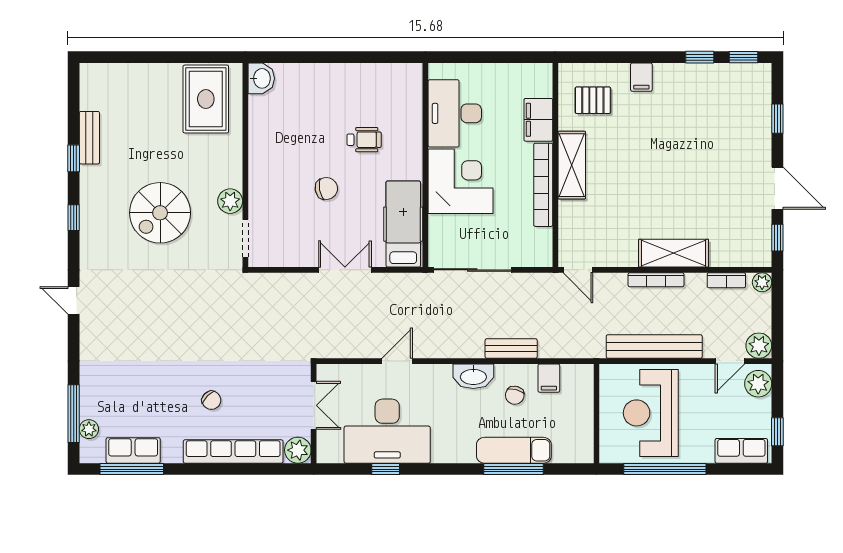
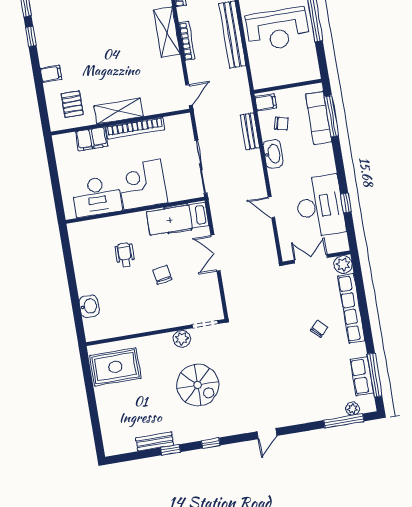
washbasin: (261, 78) -> (89, 306), moved, turned 90
wall: (596, 414) -> (288, 86), moved

